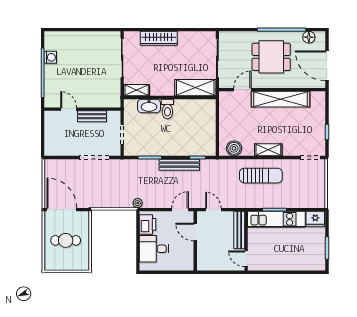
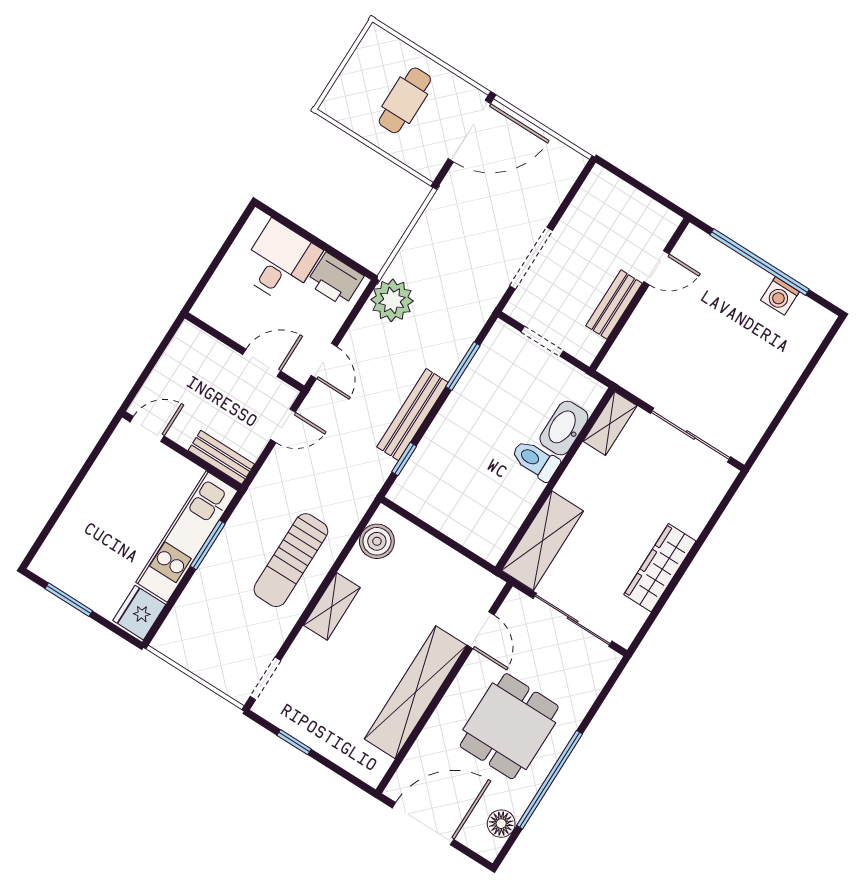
wardrobe: (159, 38) -> (660, 568), moved
plant: (138, 203) -> (392, 300), width x1.88, depth x1.88
bench: (239, 230) -> (221, 457), width x0.73

